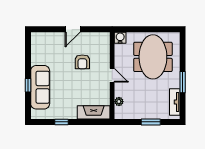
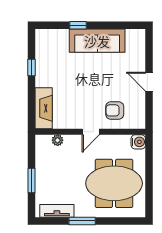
armchair: (82, 62) -> (115, 110), moved
sofa: (40, 87) -> (97, 41), moved

